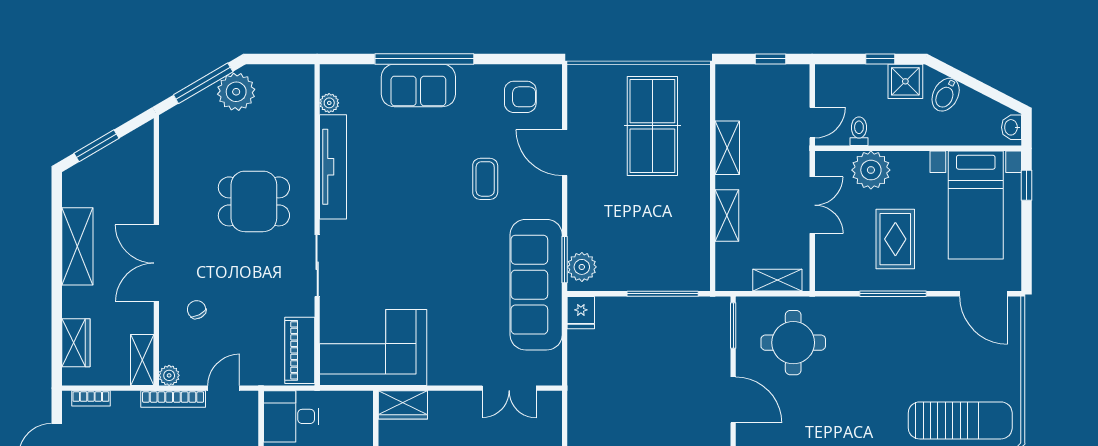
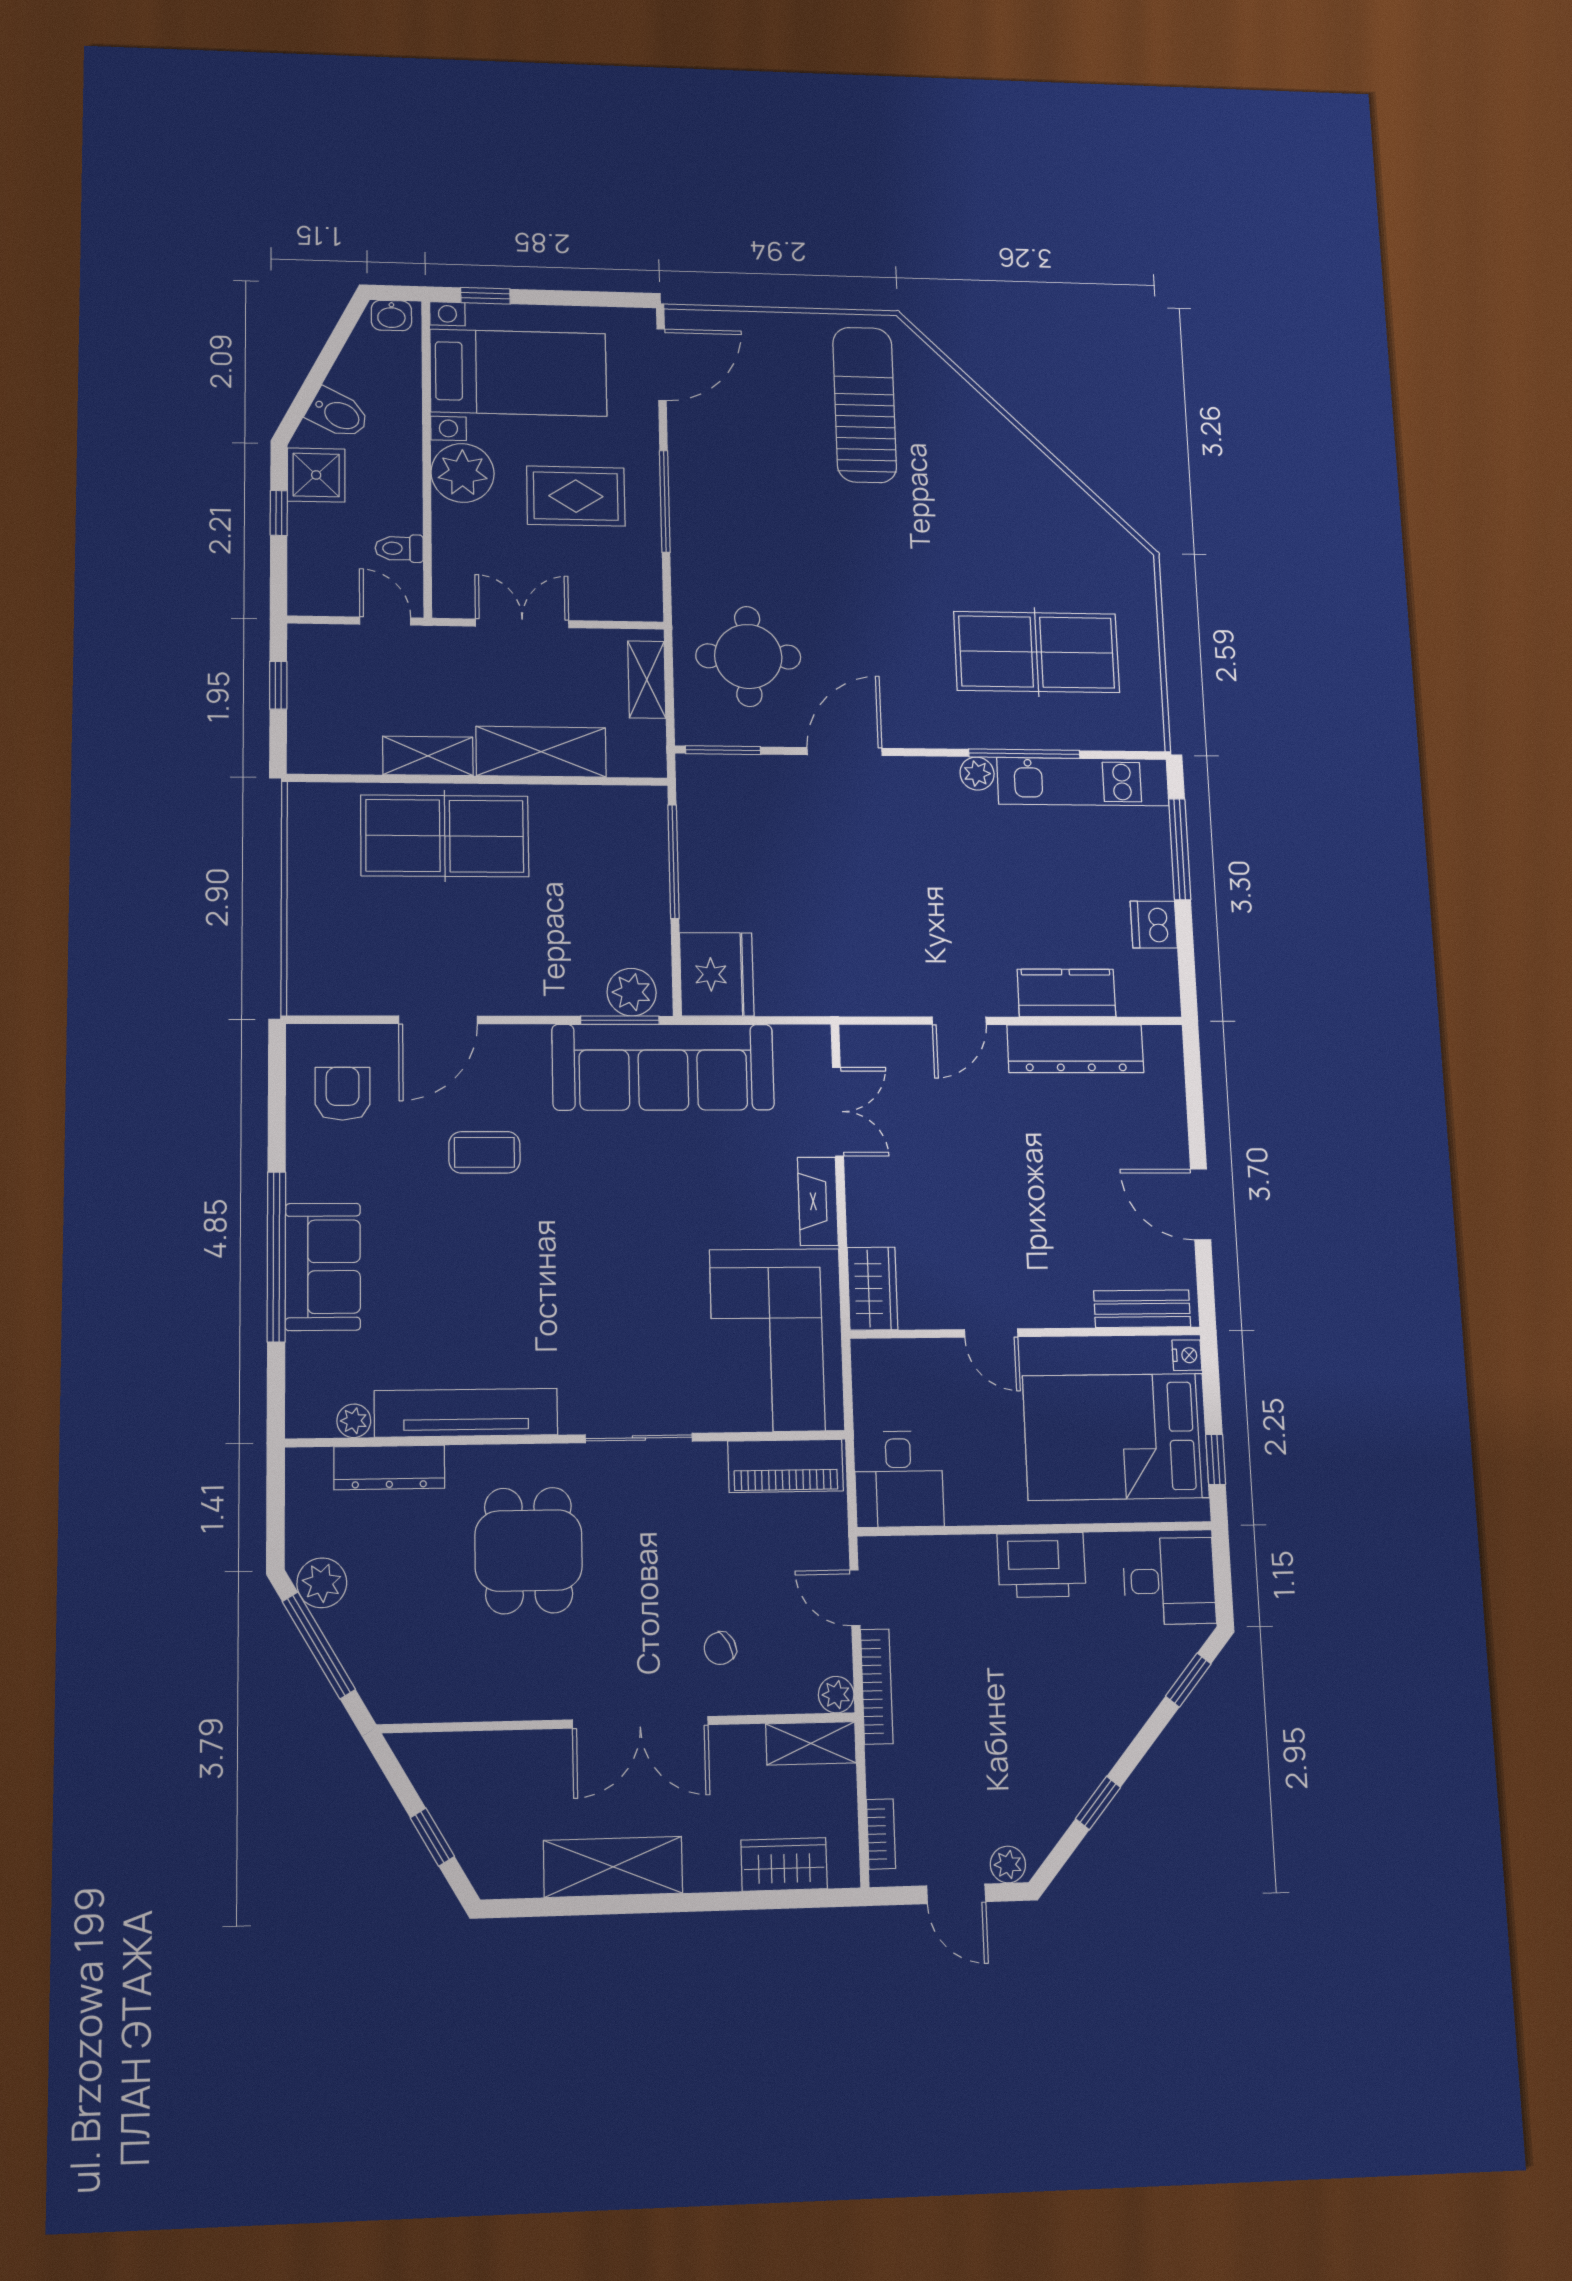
plant: (236, 92) -> (322, 1583), width x0.73, depth x0.73
dresser: (302, 123) -> (389, 1468), added
table tennis table: (652, 126) -> (445, 836), moved
window: (96, 146) -> (432, 1837), width x0.67
plant: (871, 170) -> (463, 473), moved
shelving: (727, 215) -> (541, 752), width x1.50, depth x1.33
fridge: (581, 313) -> (717, 974), width x1.88, depth x1.34
fireplace: (455, 374) -> (818, 1201), added

